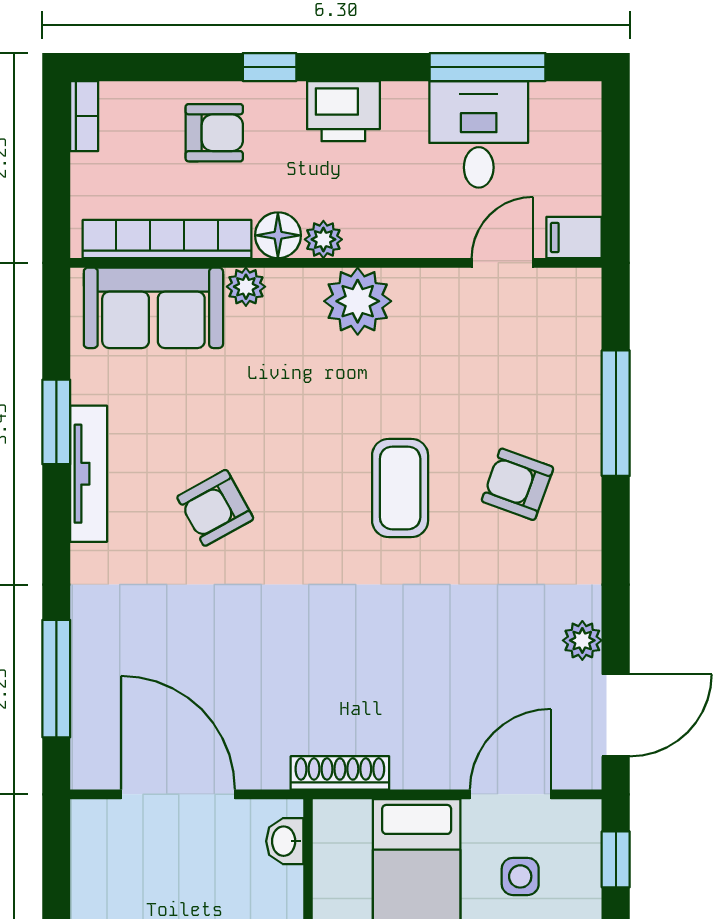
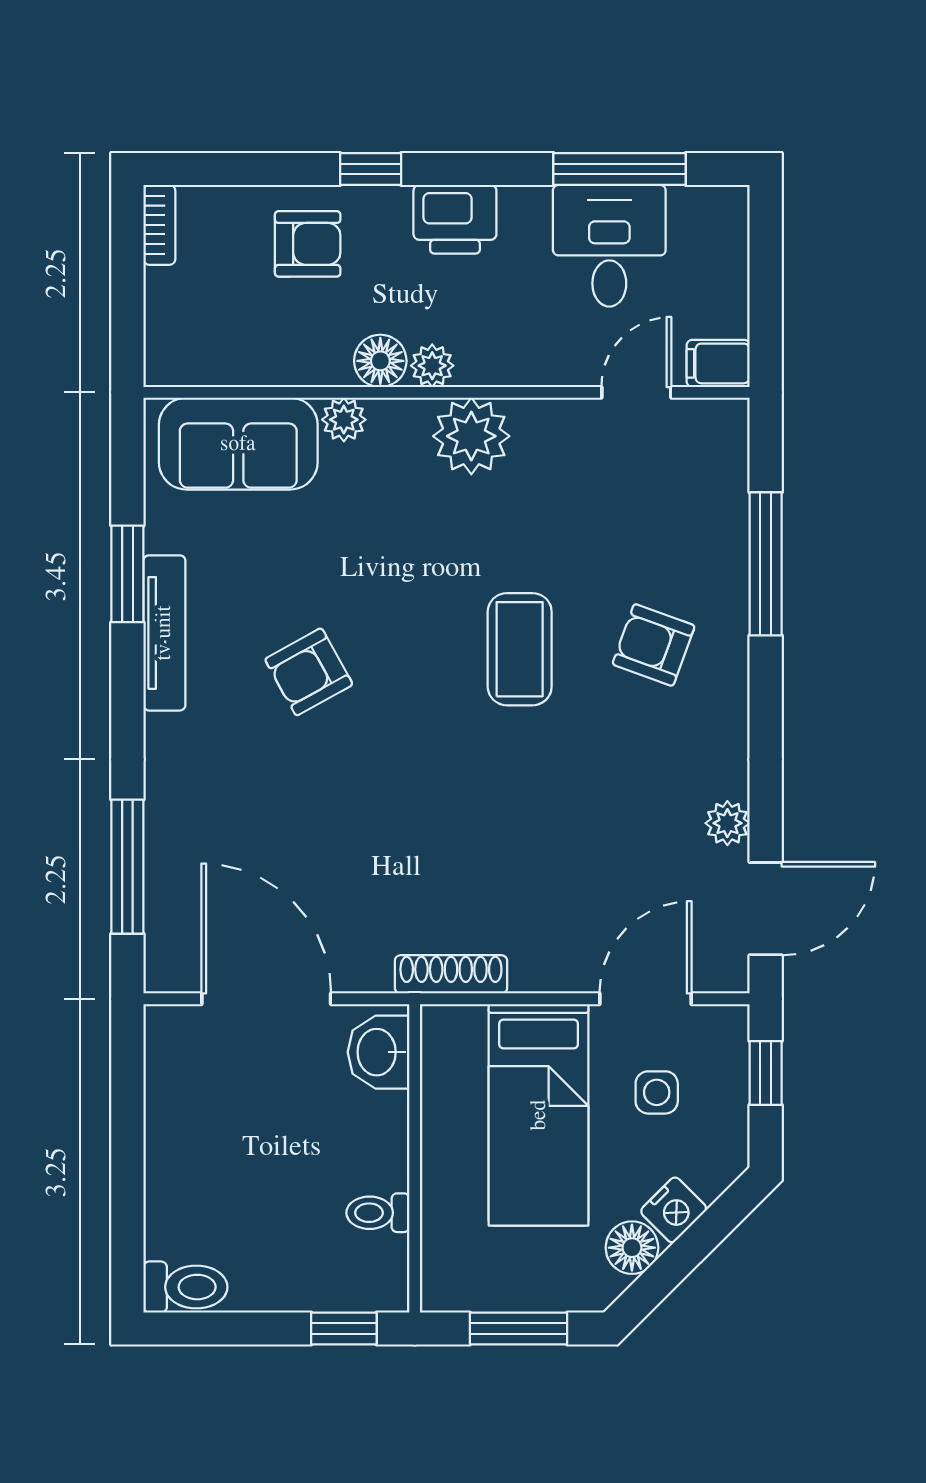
bookcase: (167, 239) -> (254, 365), removed
washbasin: (285, 841) -> (378, 1052), width x1.38, depth x1.45

